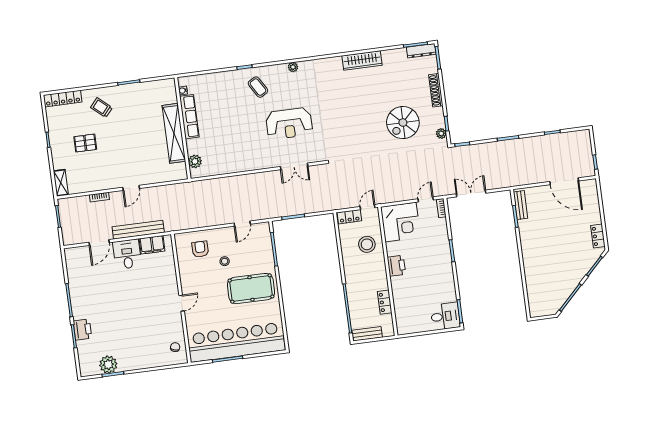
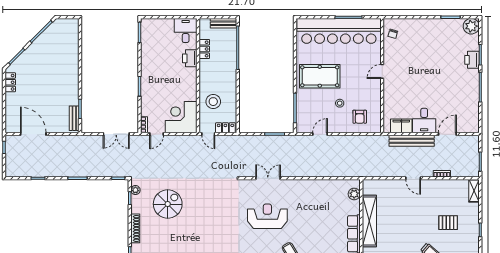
door: (131, 188) -> (413, 178), swing flipped
door: (368, 207) -> (208, 134), hinge flipped
printer: (396, 266) -> (190, 58), moved
desk: (445, 316) -> (186, 31), moved, turned 90
plant: (108, 365) -> (471, 26), moved

